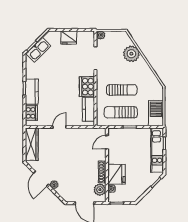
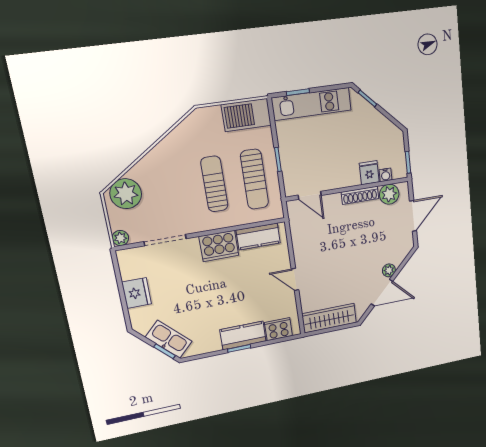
plant: (131, 54) -> (126, 194), moved
fridge: (116, 174) -> (369, 173), width x0.53, depth x0.75

